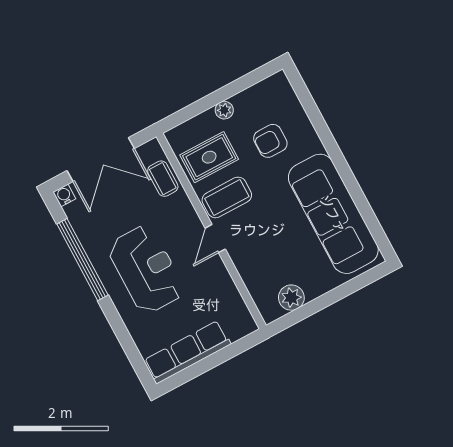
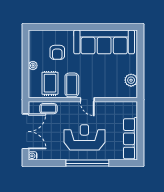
window: (82, 260) -> (87, 163), moved

